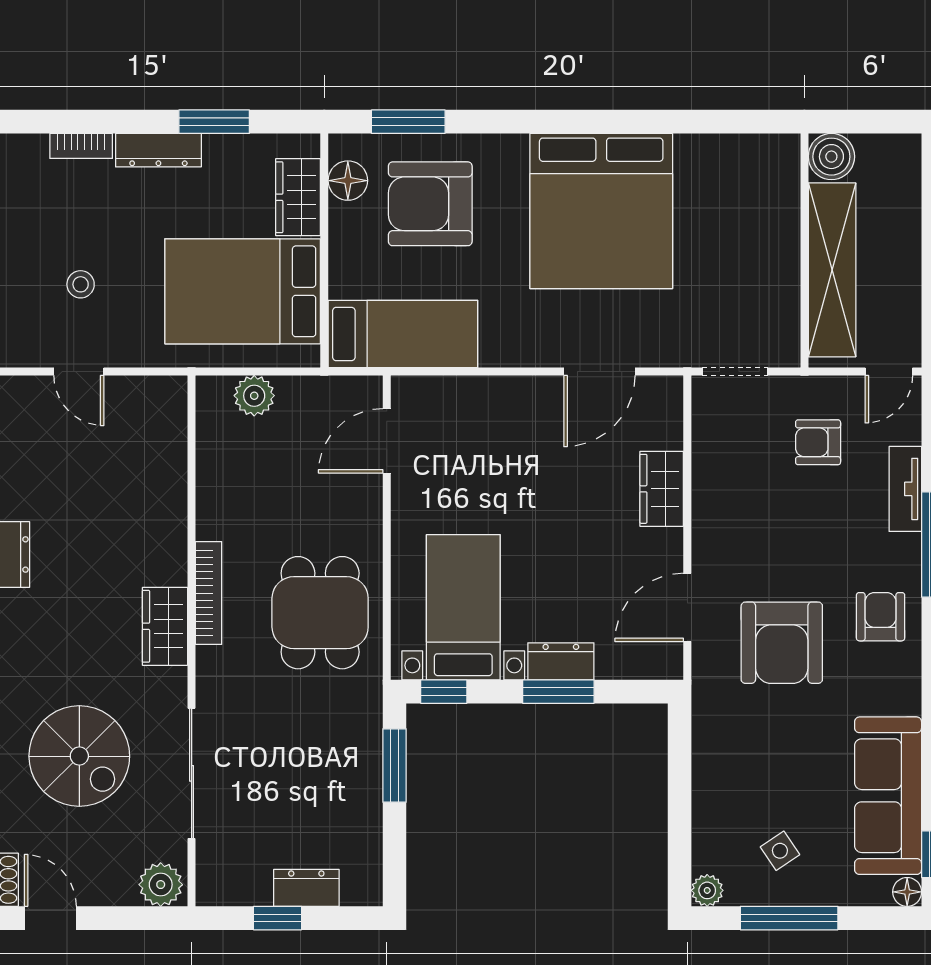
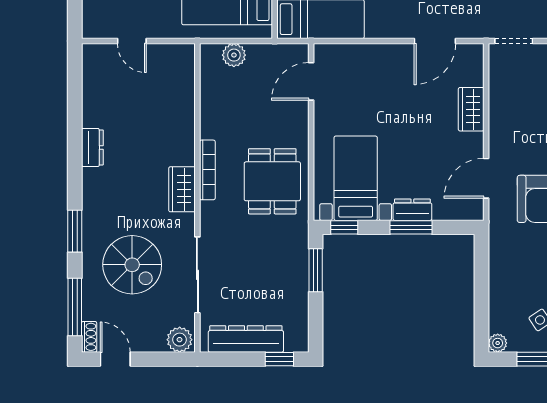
dresser: (306, 888) -> (246, 339), width x1.96, depth x1.24
window: (277, 918) -> (279, 359), moved

